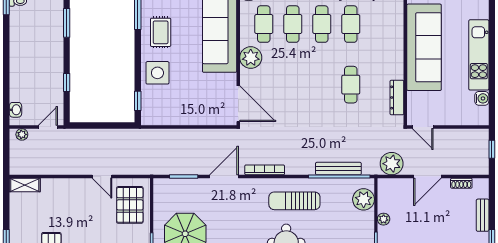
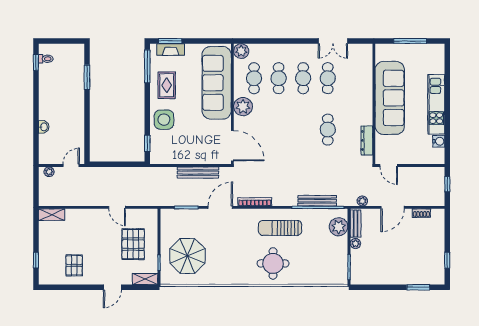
window: (67, 82) -> (87, 128), removed
washbasin: (15, 110) -> (44, 127), moved
bench: (198, 135) -> (198, 173), added
plant: (392, 164) -> (362, 201), width x0.53, depth x0.53
pallet: (130, 205) -> (133, 244), moved
bench: (483, 215) -> (356, 224), moved

